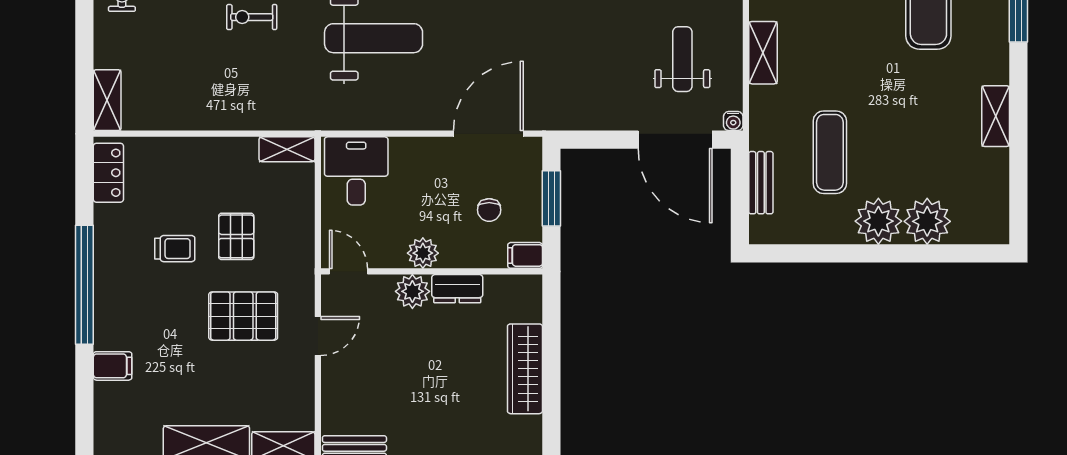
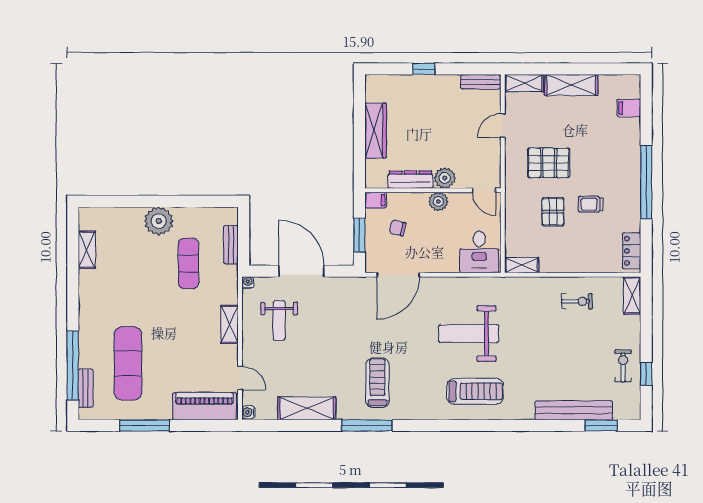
exercise bike: (252, 17) -> (577, 301), moved
shelving: (996, 116) -> (87, 250), moved
door: (675, 140) -> (302, 271), moved
chair: (489, 210) -> (398, 228), turned -76
plant: (927, 221) -> (129, 221), removed
dresser: (457, 289) -> (410, 180), width x1.44
door: (318, 336) -> (503, 125), moved
filing cabinet: (113, 366) -> (629, 108), moved

